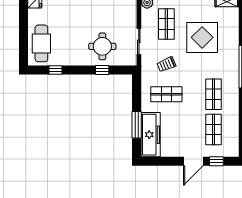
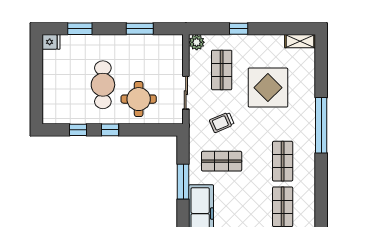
cafe table: (41, 43) -> (103, 85), moved
window: (102, 70) -> (110, 130), moved
window: (137, 125) -> (183, 182), moved

